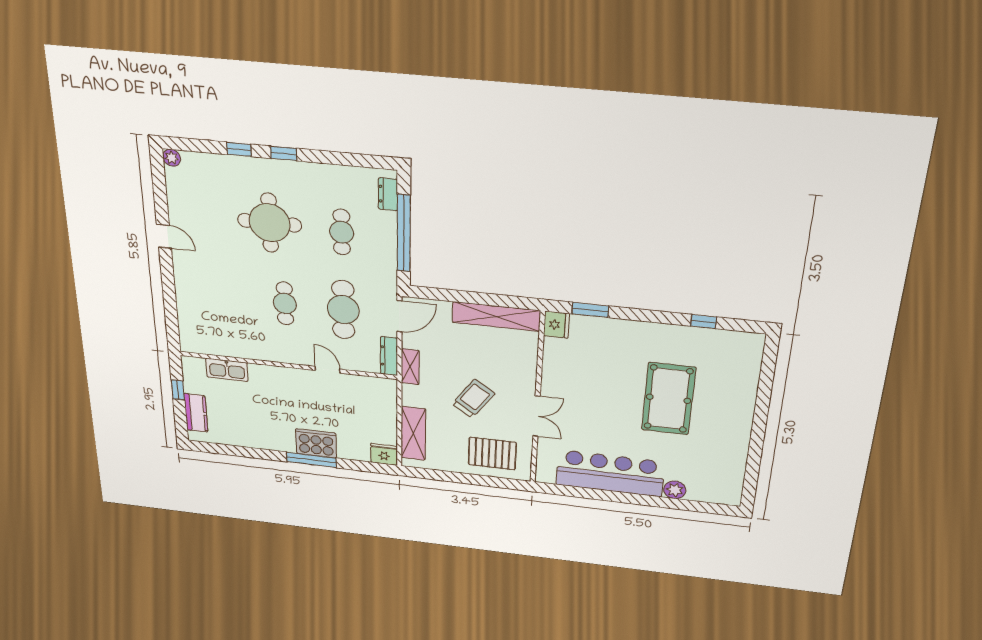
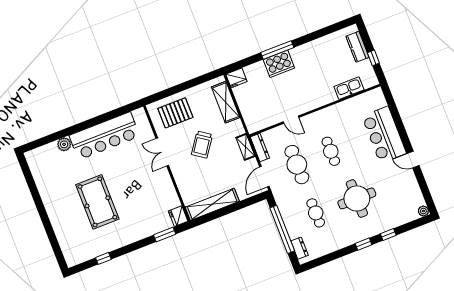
bar counter: (197, 288) -> (384, 135), added

